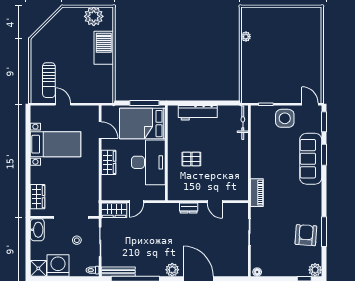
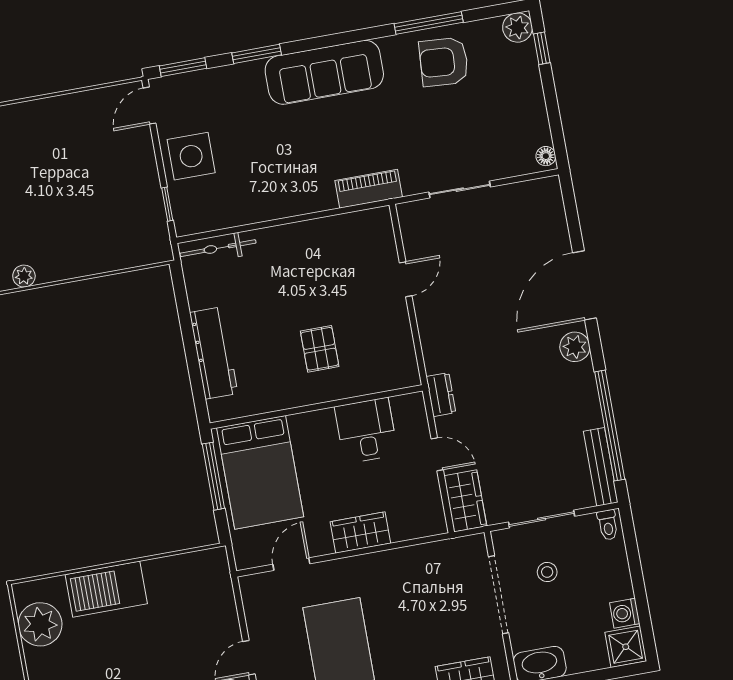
sofa: (311, 159) -> (324, 72), moved
desk: (148, 162) -> (366, 431), width x0.53, depth x0.77
dresser: (189, 208) -> (441, 395), moved
washing machine: (58, 265) -> (625, 613), width x0.53, depth x0.53

